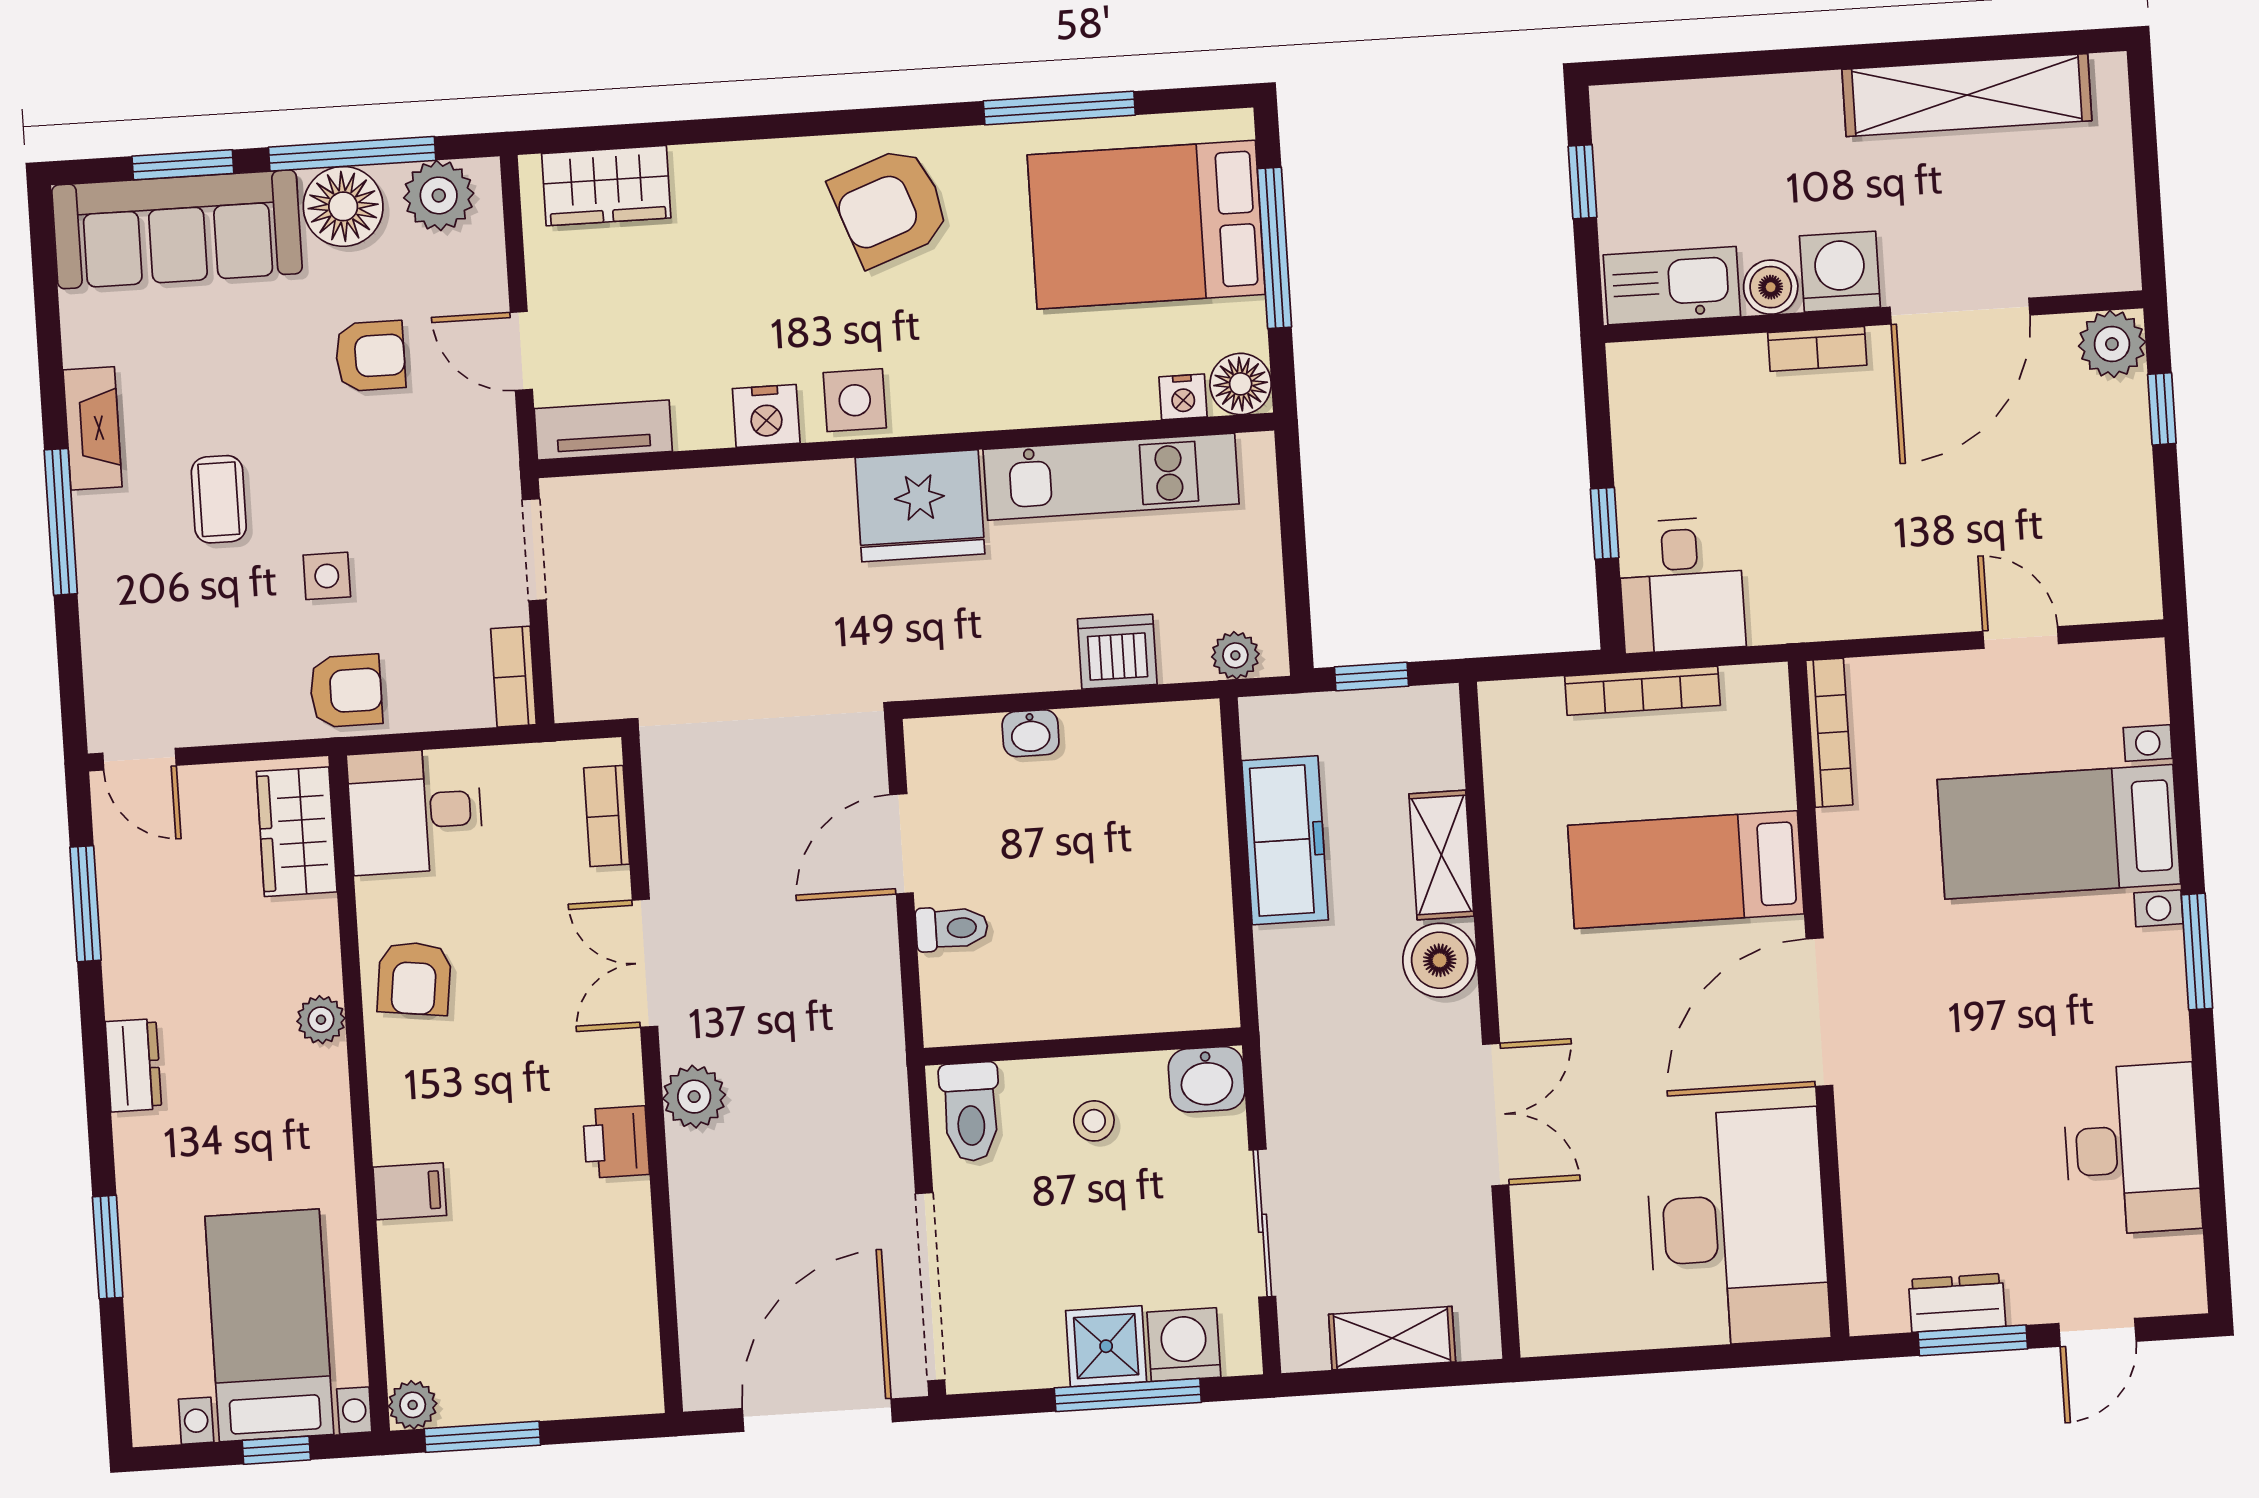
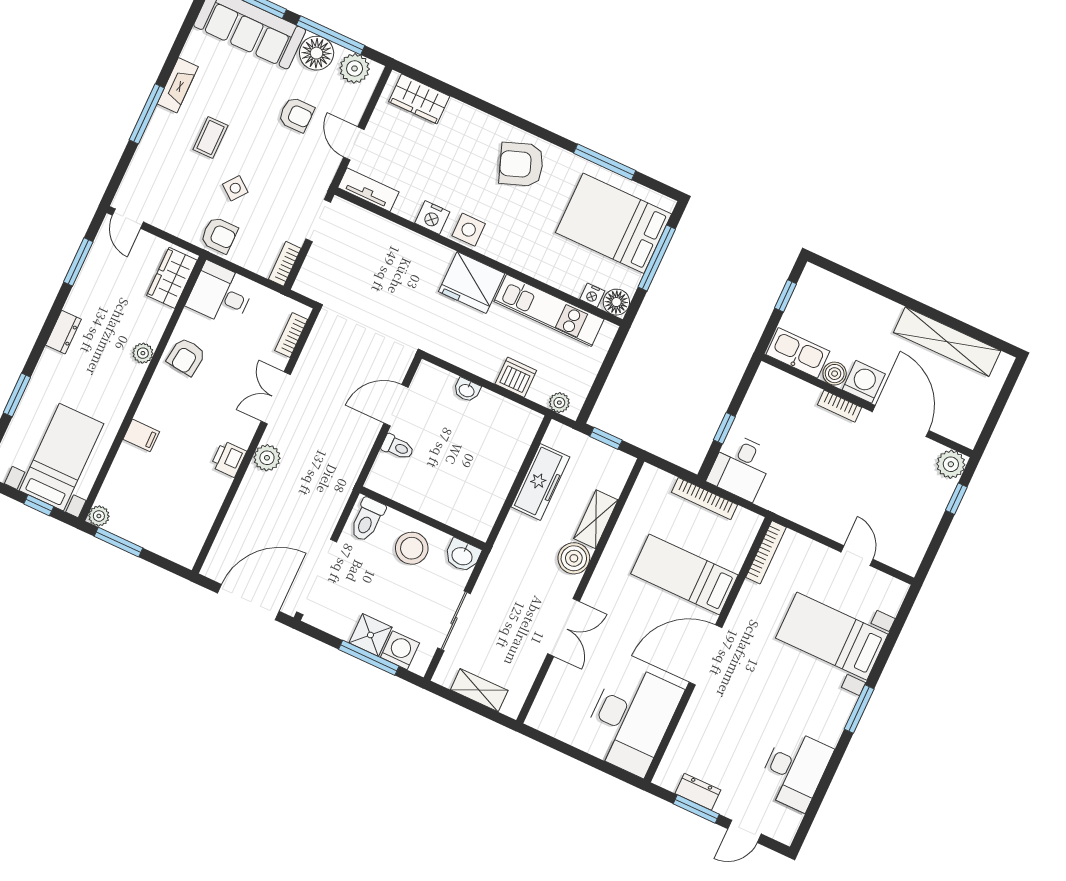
door: (1960, 311) -> (901, 421), swing flipped
side table: (327, 576) -> (235, 188), turned 38
stool: (1094, 1121) -> (412, 548), width x1.89, depth x1.89

